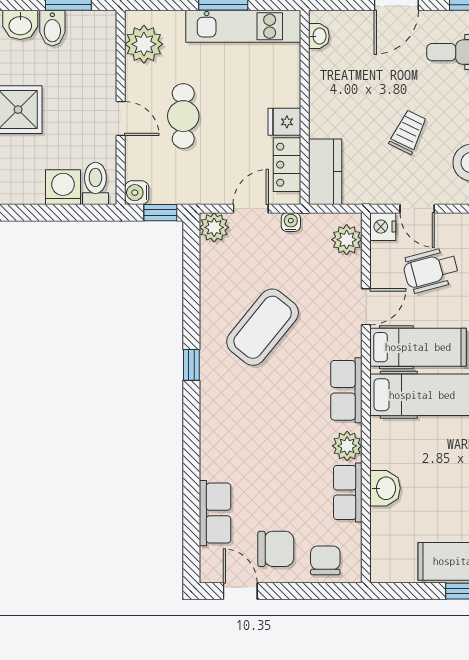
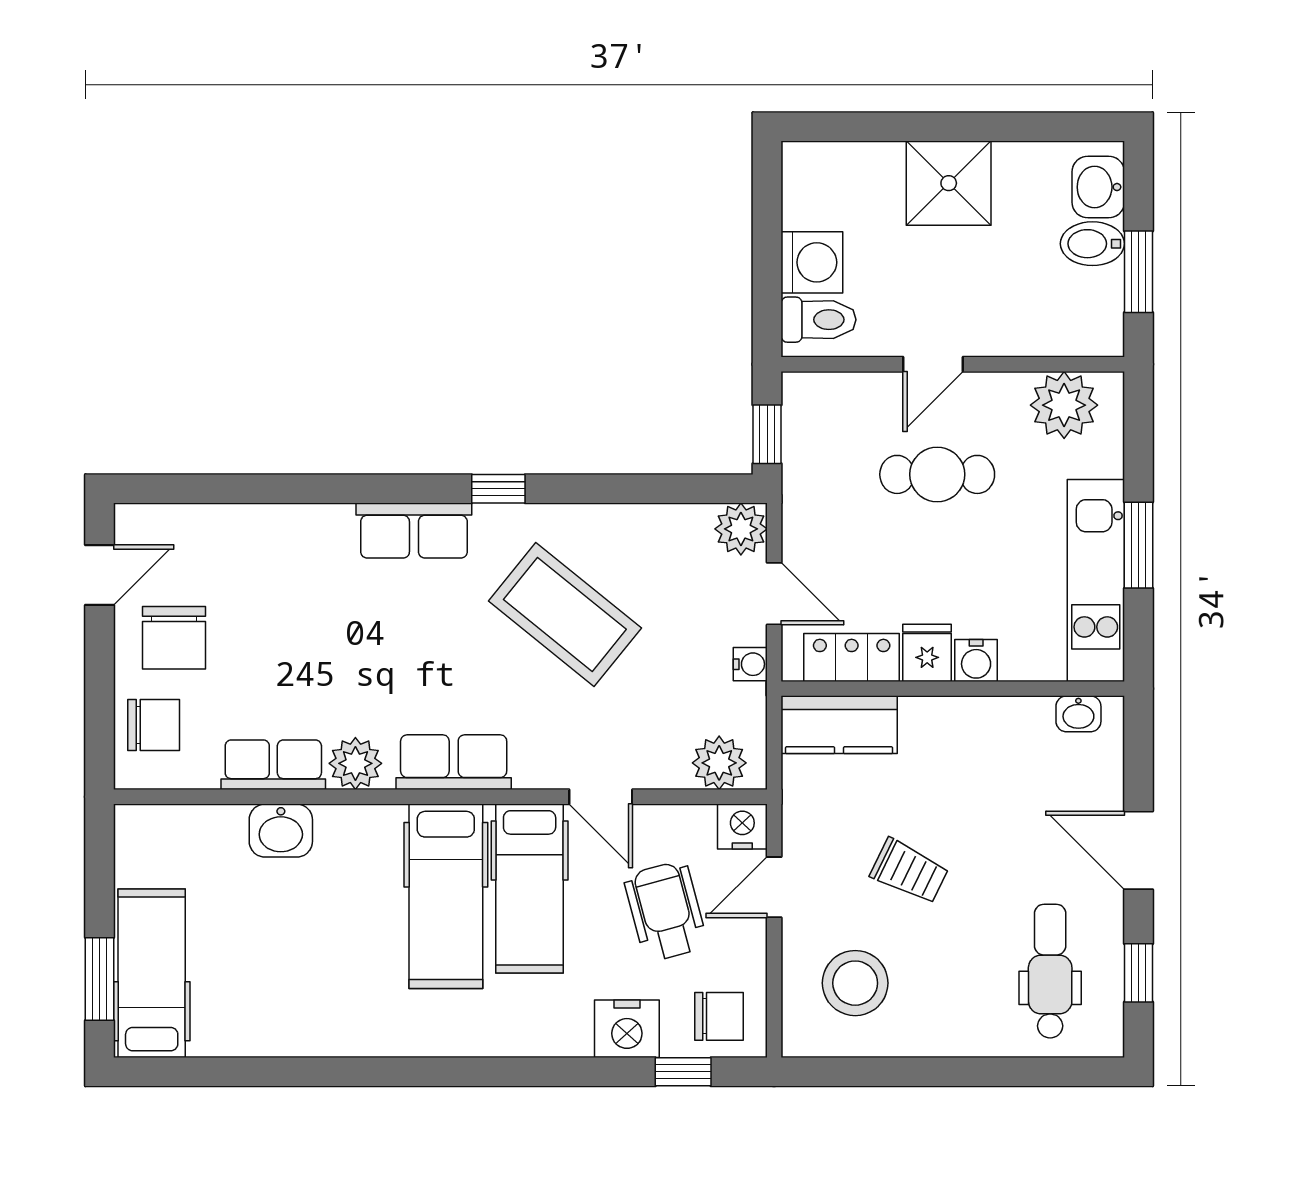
water cooler: (137, 193) -> (976, 660), moved, turned 180
row of seats: (215, 513) -> (414, 531), moved

